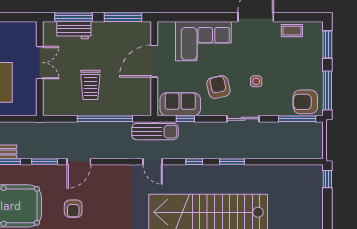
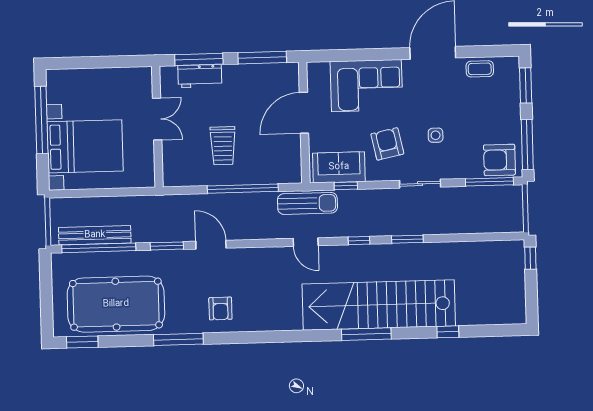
door: (79, 162) -> (211, 245), swing flipped
armchair: (73, 209) -> (220, 308), moved

